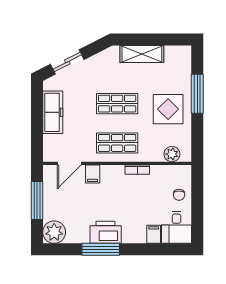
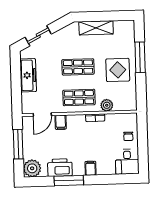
plant: (172, 154) -> (107, 105), moved
printer: (106, 232) -> (60, 168), moved
filing cabinet: (154, 234) -> (90, 168), moved

